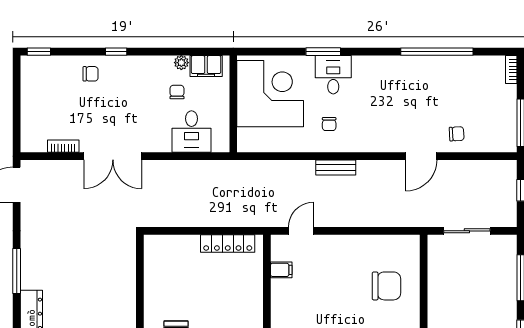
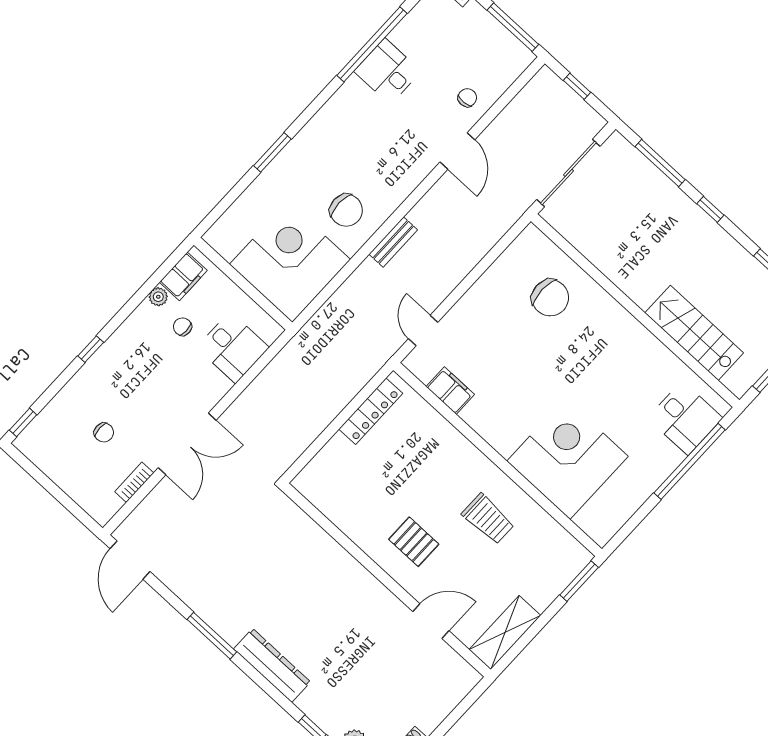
chair: (91, 74) -> (104, 432), moved, turned 90
desk: (333, 75) -> (388, 71), moved
corner desk: (270, 94) -> (290, 262), moved
chair: (329, 124) -> (346, 210), width x1.87, depth x1.87
sliding door: (467, 231) -> (568, 173), width x1.37
filing cabinet: (281, 270) -> (450, 391), width x2.00
chair: (386, 286) -> (550, 298), turned 90

